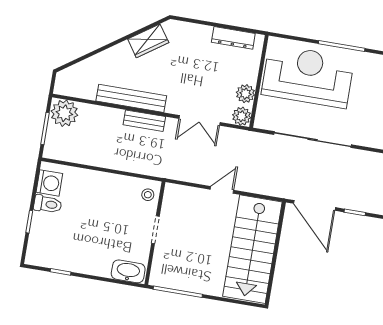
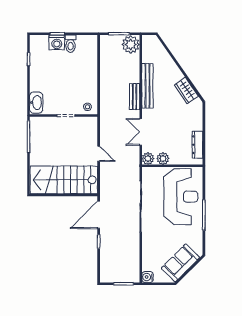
washing machine: (49, 183) -> (57, 42), moved

